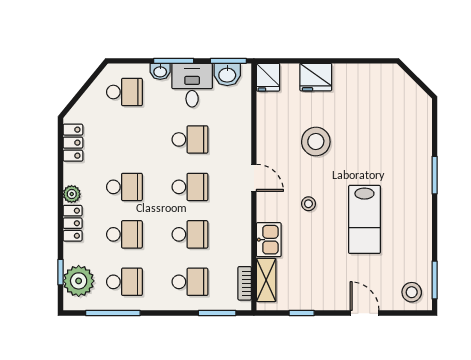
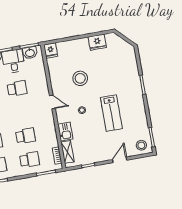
fridge: (316, 77) -> (97, 42), moved
school desk: (190, 187) -> (21, 112), removed
door: (365, 313) -> (120, 160), hinge flipped

